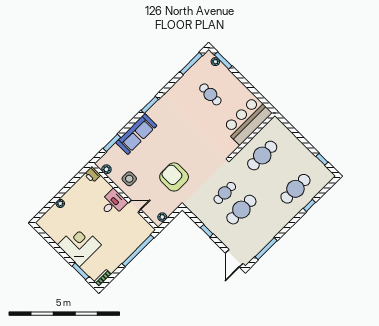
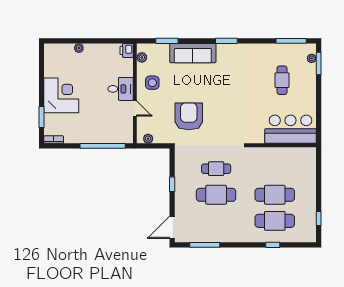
cafe table: (262, 155) -> (275, 195), moved

